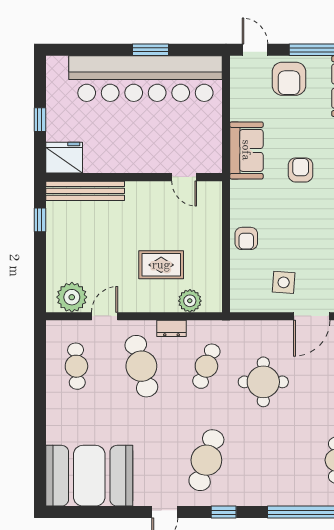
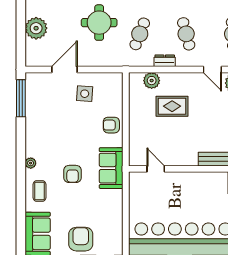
sofa: (246, 150) -> (111, 168), moved
armchair: (246, 238) -> (111, 125), turned -90
door: (105, 316) -> (212, 70), hinge flipped
cafe table: (141, 366) -> (186, 34), width x0.73, depth x0.74

